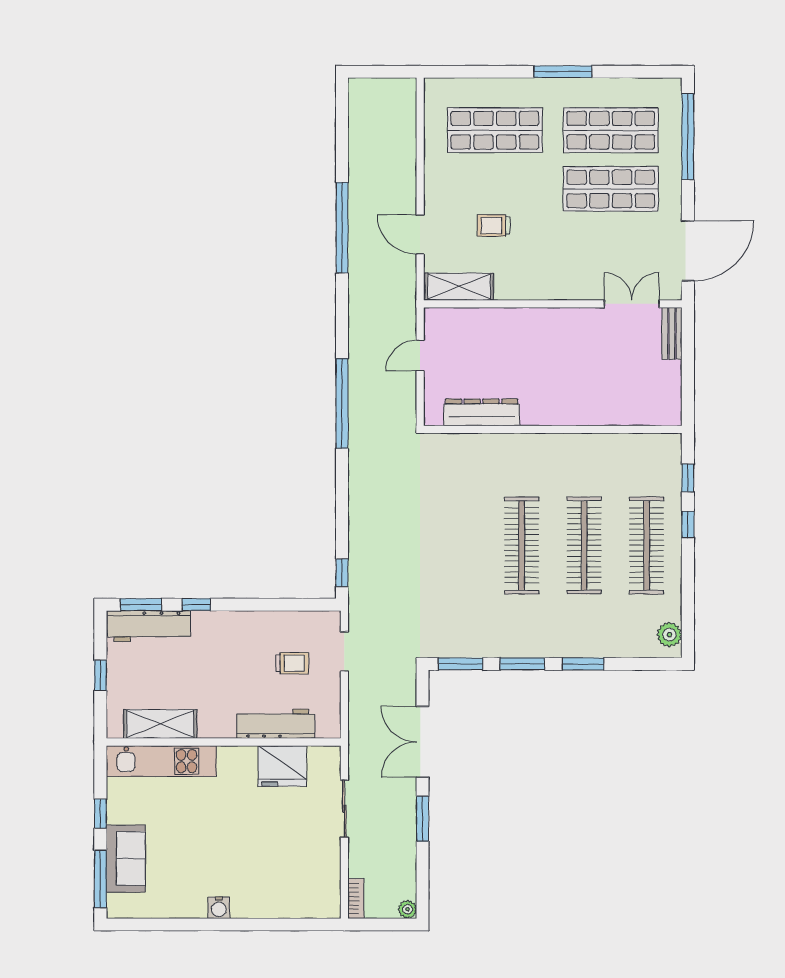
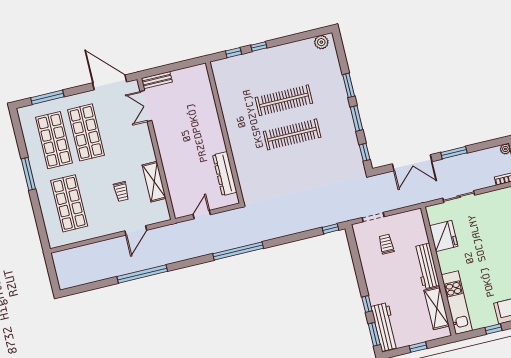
window: (688, 137) -> (47, 97), width x0.68
shelving: (459, 287) -> (154, 182), moved
door: (420, 355) -> (202, 215), swing flipped
clothes rail: (647, 545) -> (276, 66), removed
window: (460, 664) -> (365, 152), width x0.67
workbench: (276, 724) -> (427, 266), moved

